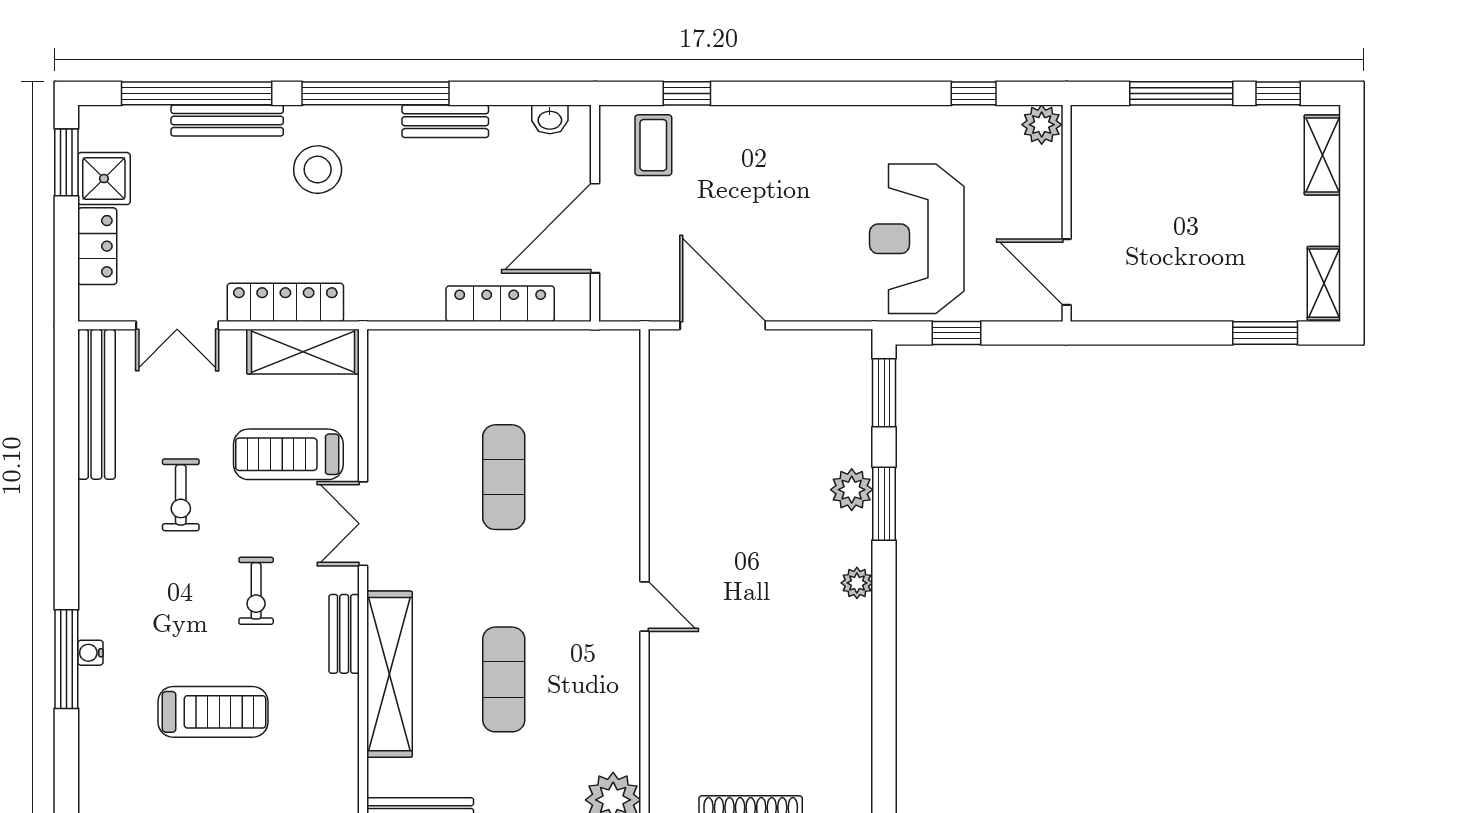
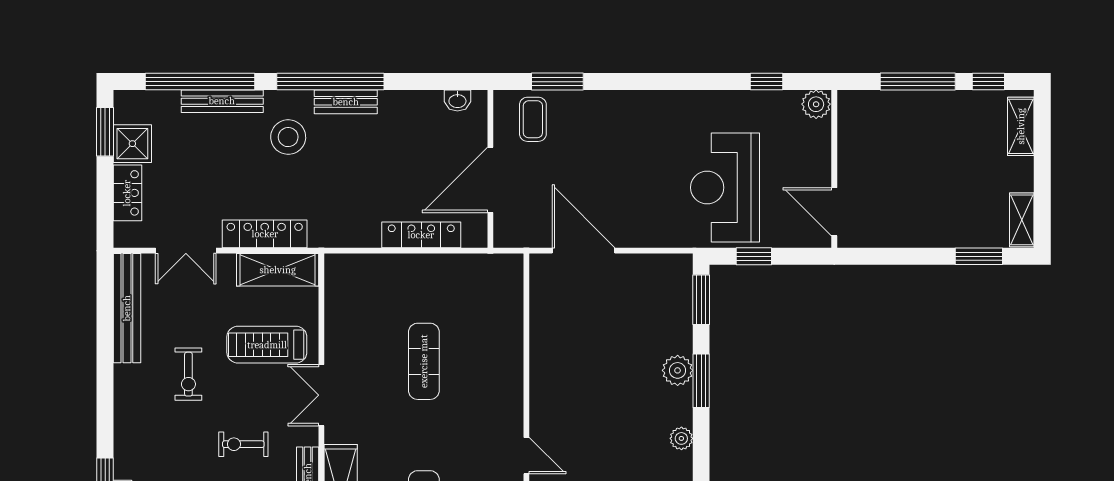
window: (687, 93) -> (557, 82), width x1.50
bench: (445, 121) -> (346, 102), moved
exercise bike: (256, 591) -> (243, 444), turned 90

